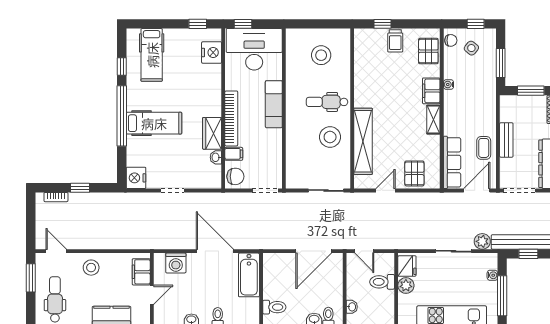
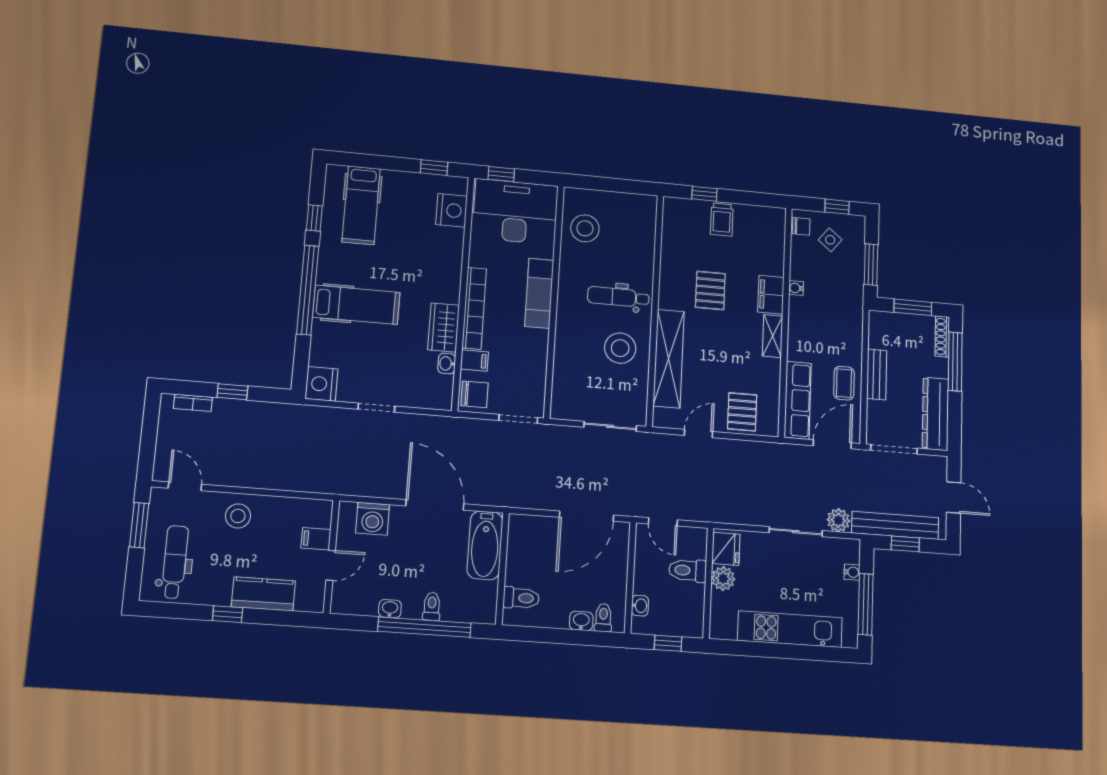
pallet: (428, 51) -> (710, 290), moved
stool: (321, 55) -> (585, 228), moved
filing cabinet: (141, 272) -> (316, 539), width x0.50

